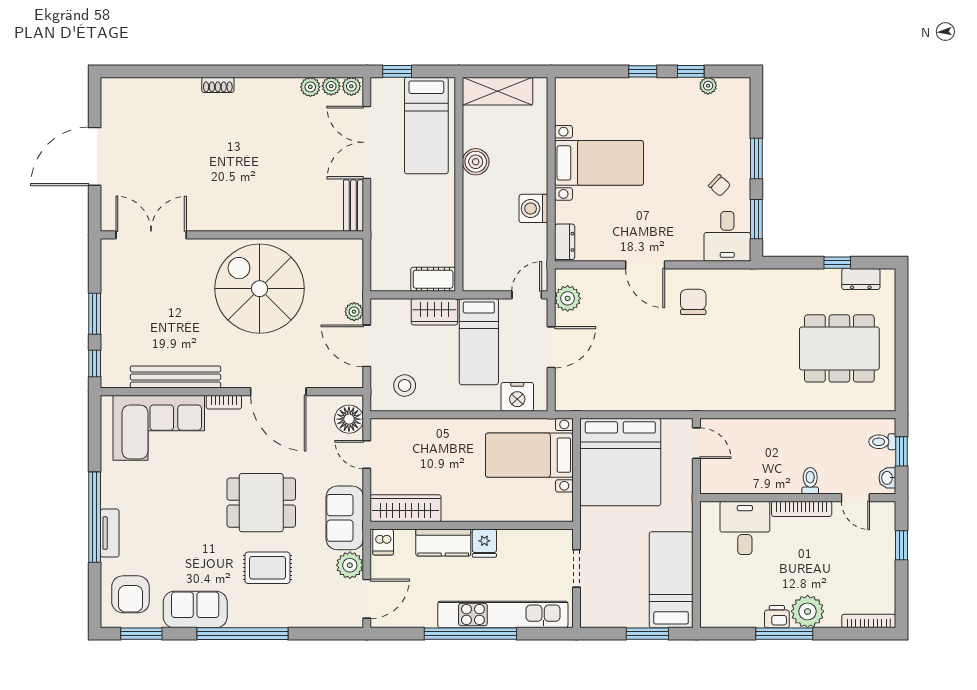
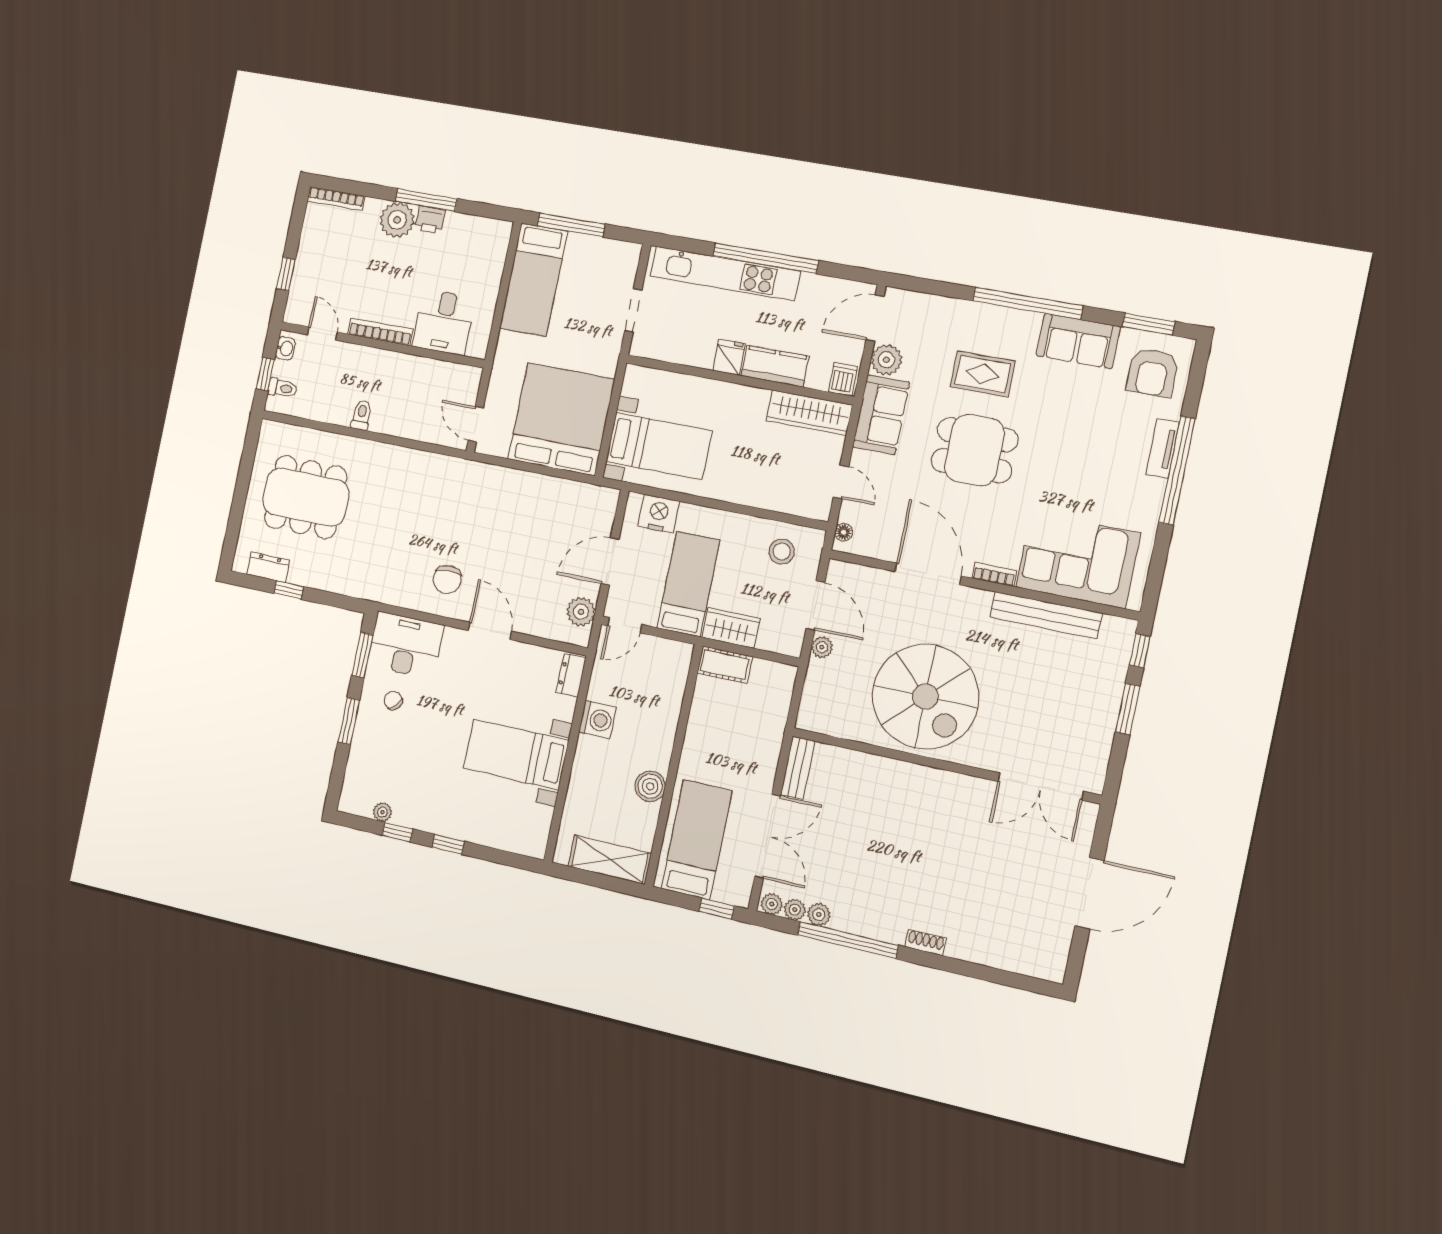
window: (282, 71) -> (848, 940), added
desk: (727, 236) -> (406, 645), width x1.37
floor lamp: (349, 419) -> (844, 532), width x0.53, depth x0.53
toilet: (810, 481) -> (361, 415), moved, turned 180
armchair: (130, 594) -> (1152, 372), turned 180
window: (647, 634) -> (571, 225), width x1.44

